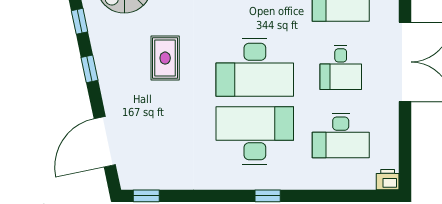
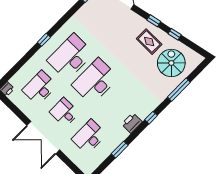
rug: (165, 58) -> (149, 42), moved
desk: (255, 136) -> (70, 57), turned 180

